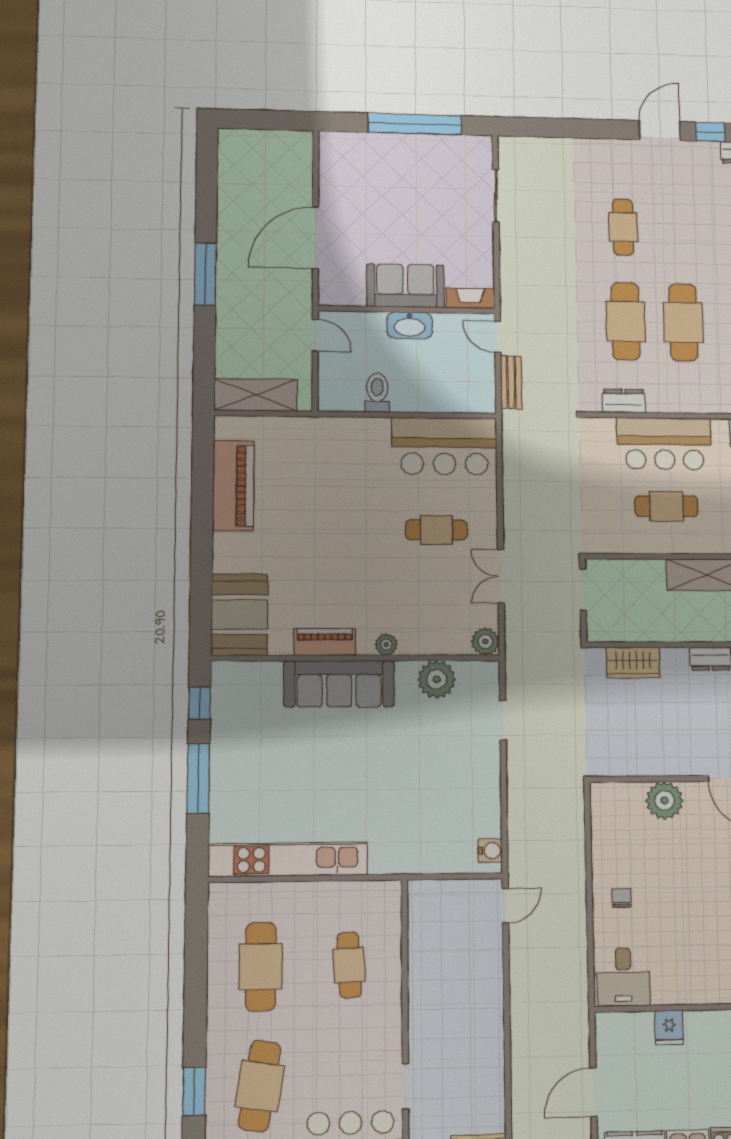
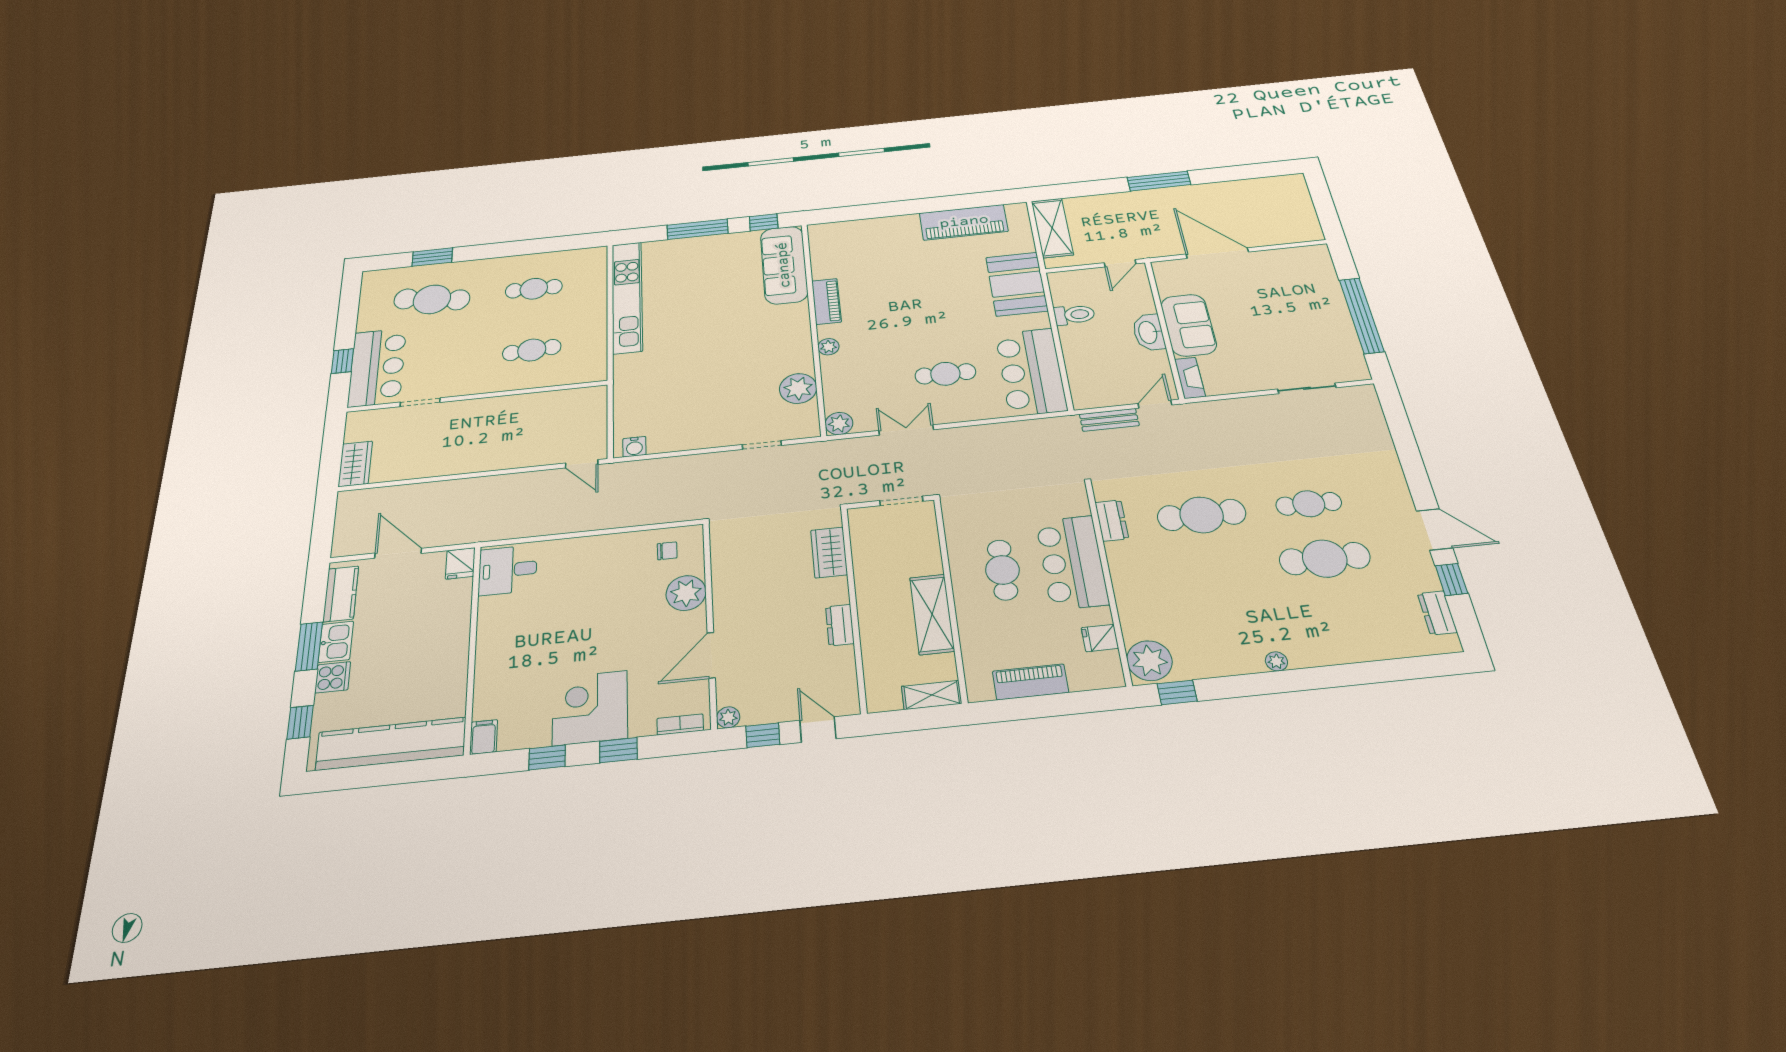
cafe table: (683, 322) -> (1325, 559), moved
cafe table: (436, 530) -> (945, 374), turned 90
booth: (239, 615) -> (1017, 284), moved, turned 90
sofa: (339, 684) -> (784, 265), moved
chair: (621, 898) -> (667, 551), moved
cafe table: (261, 967) -> (534, 289), width x0.73, depth x0.74
fridge: (669, 1028) -> (460, 563), moved, turned -90

